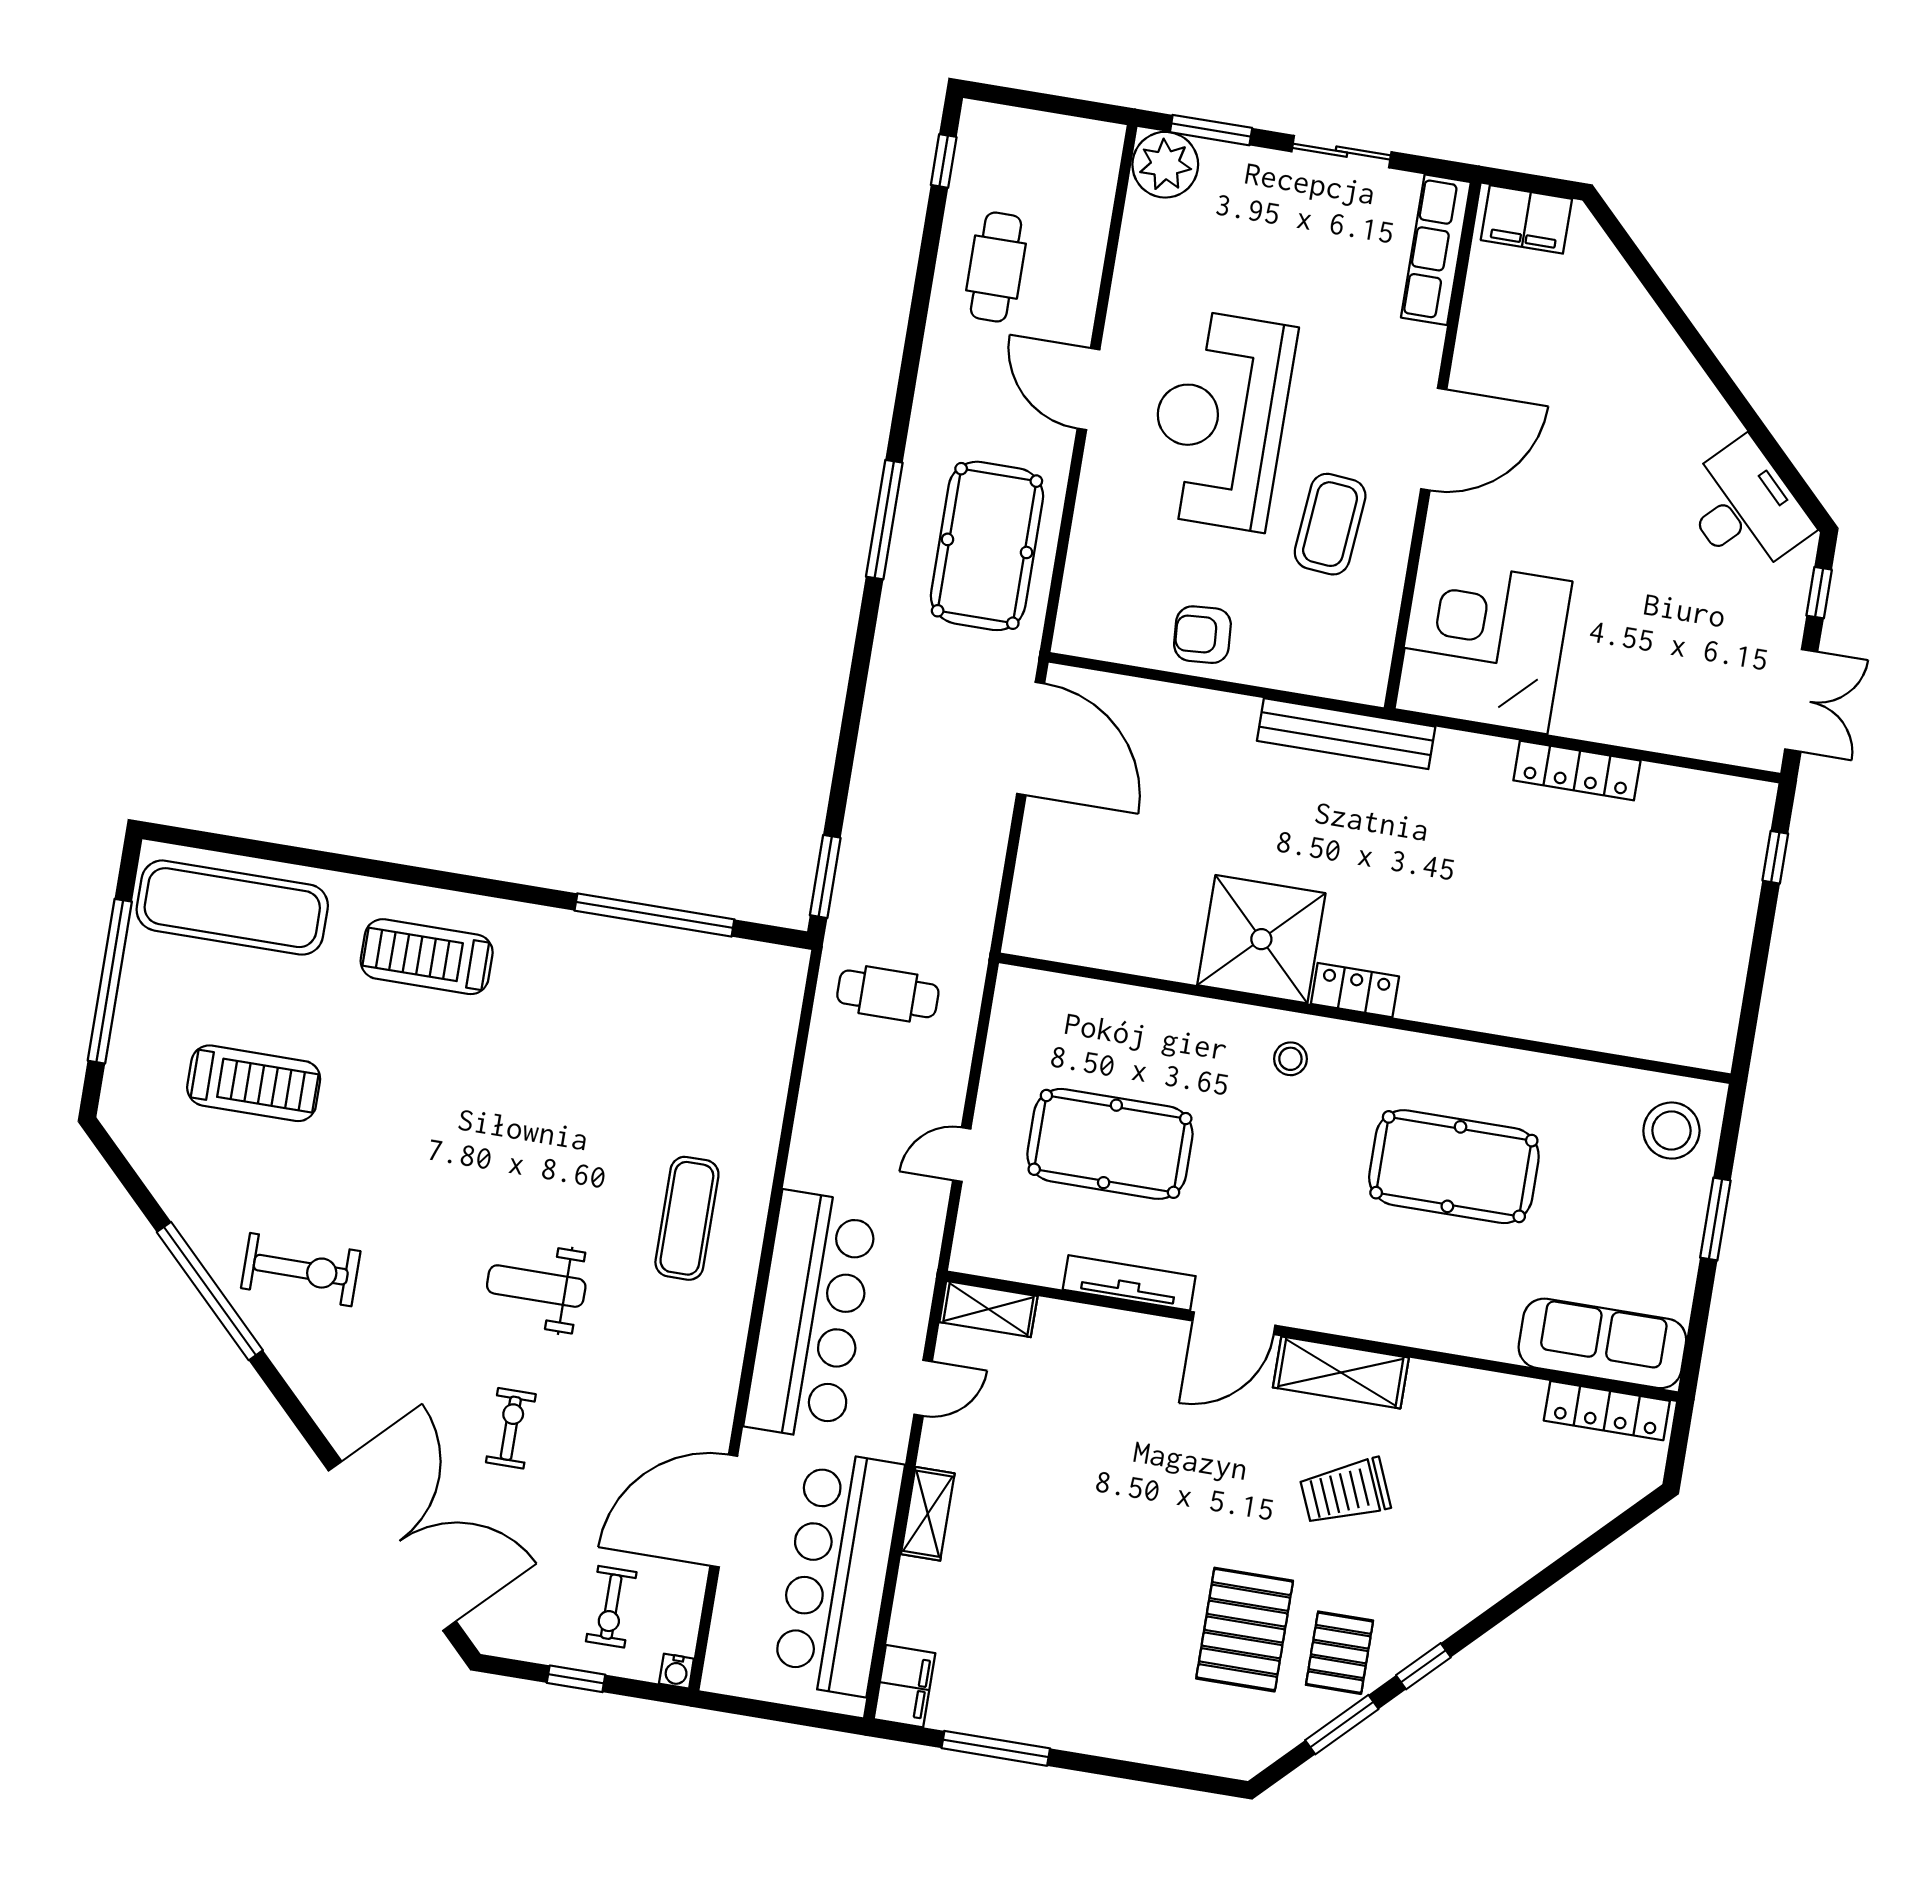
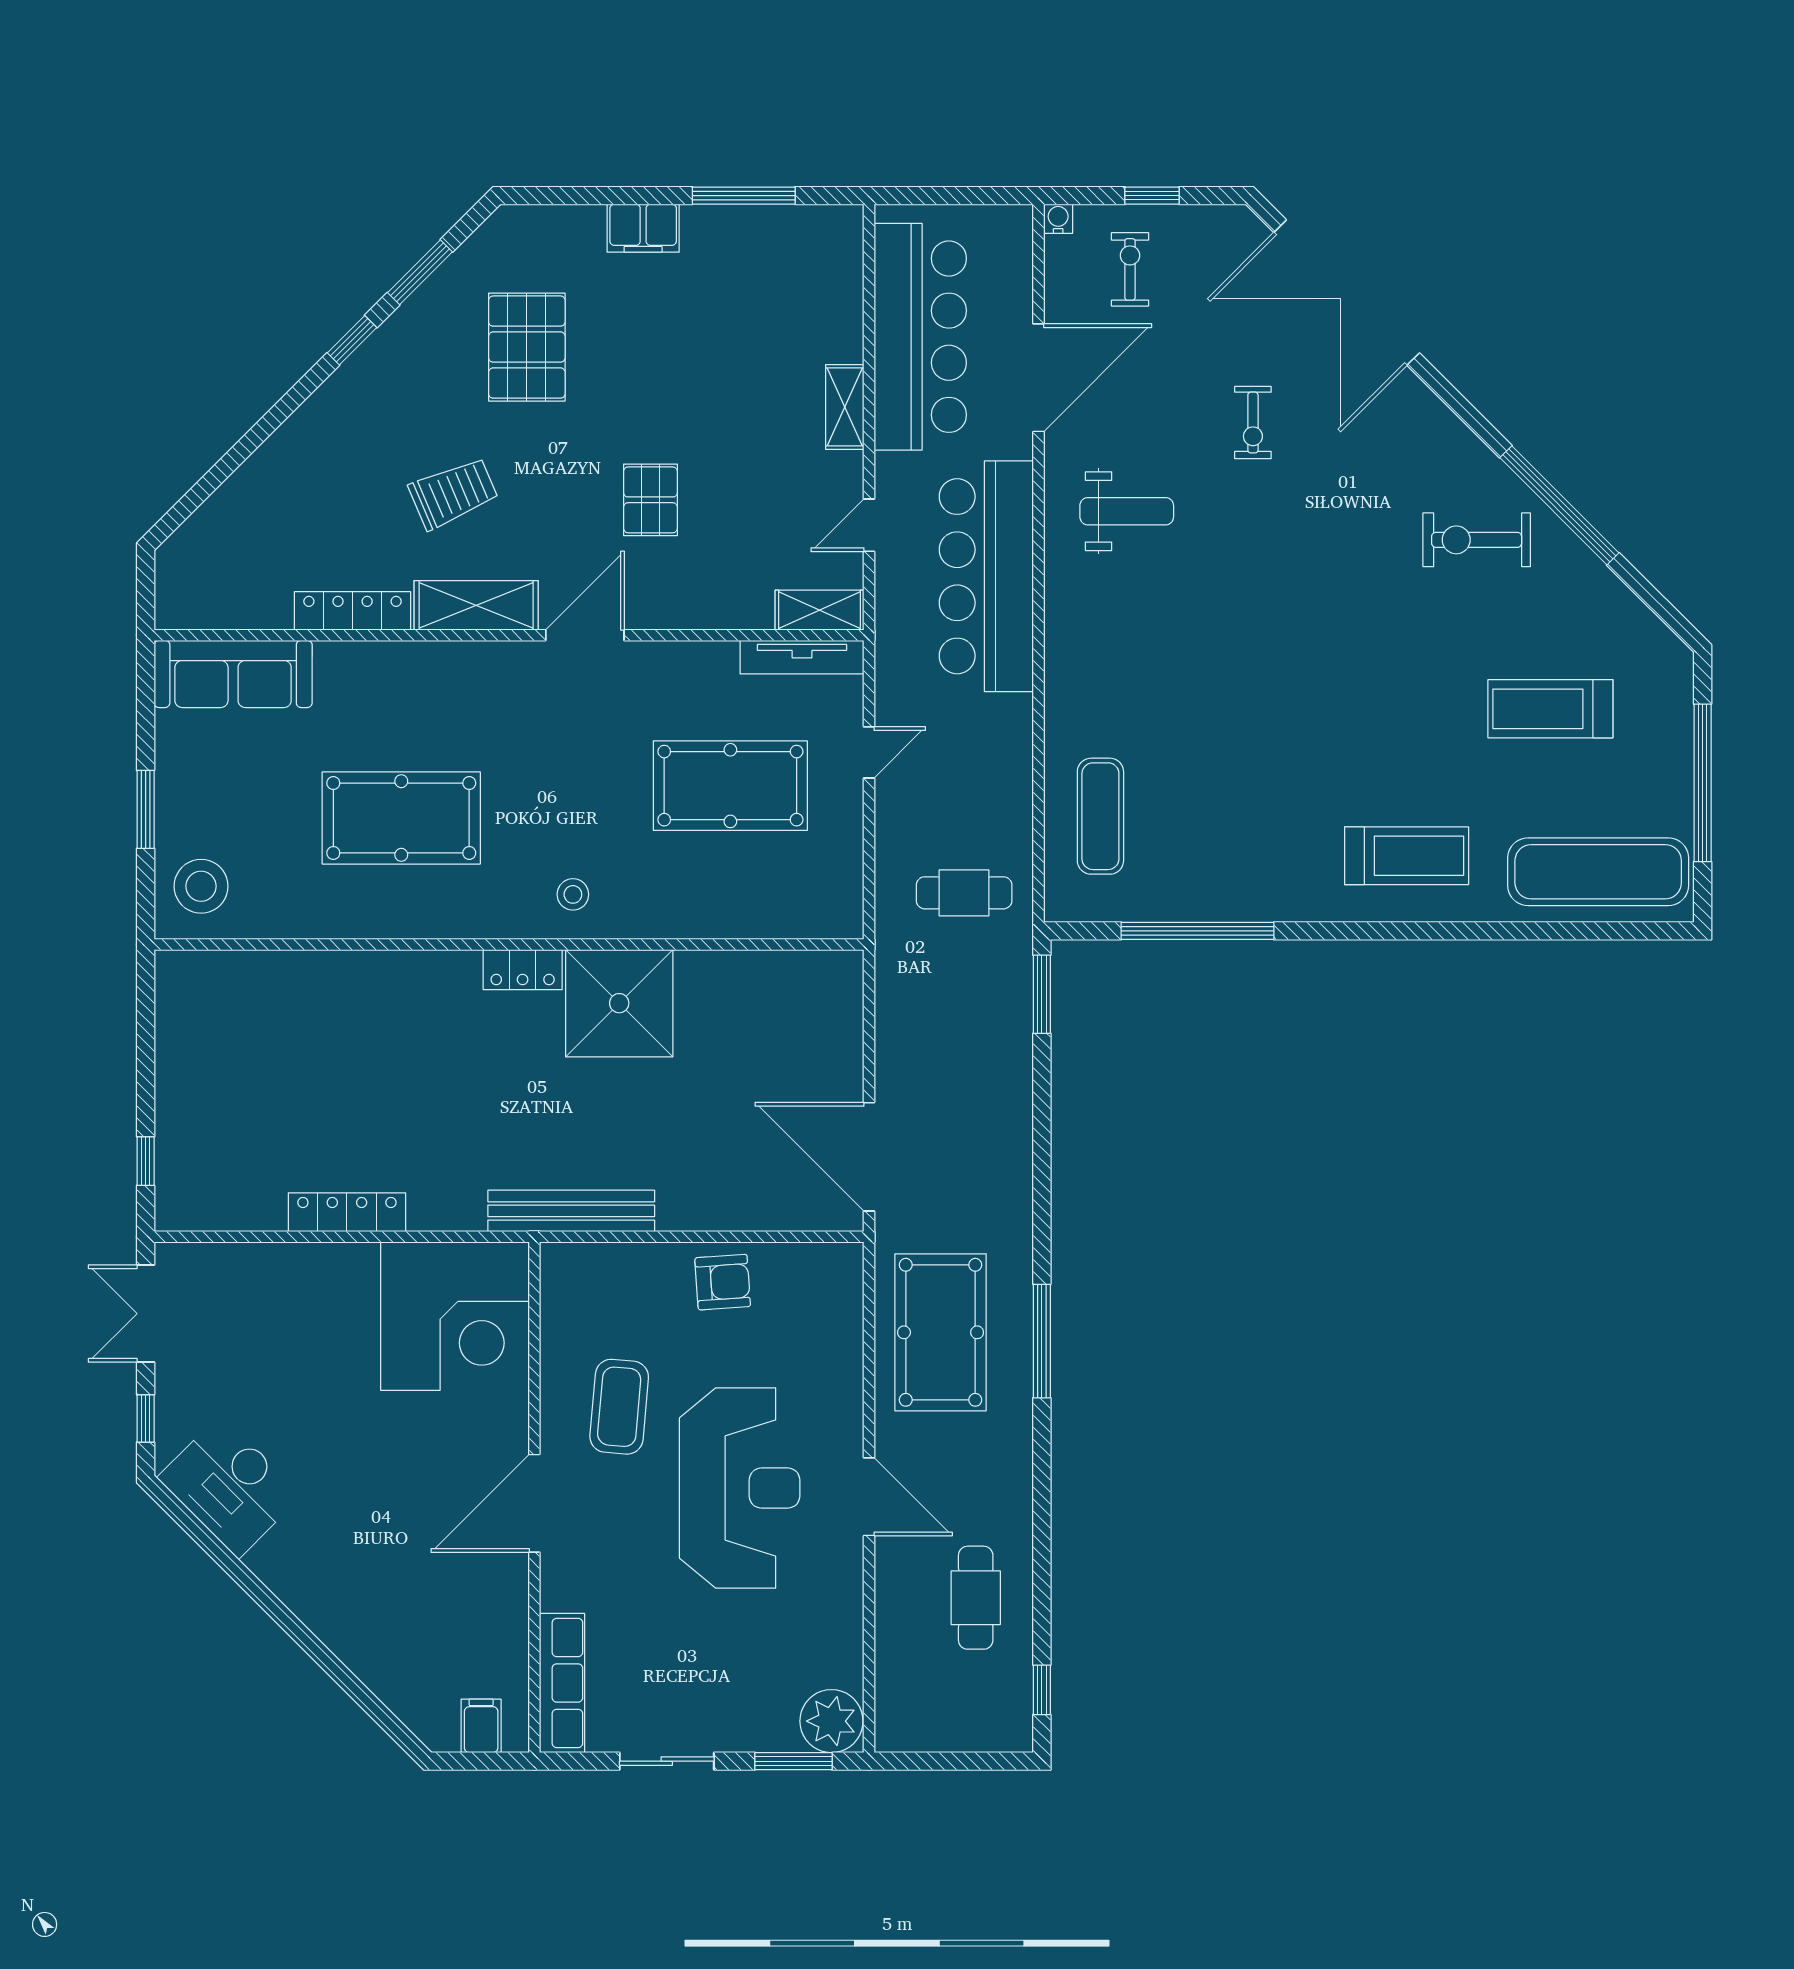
filing cabinet: (1526, 219) -> (481, 1726), width x0.50
exercise mat: (687, 1218) -> (1100, 816), moved
tv unit: (1129, 1283) -> (802, 657), moved
weight bench: (536, 1286) -> (1127, 511), moved
locker: (1607, 1411) -> (353, 611), moved
pallet: (1340, 1653) -> (650, 500), moved
filing cabinet: (905, 1686) -> (643, 228), moved, turned -90

